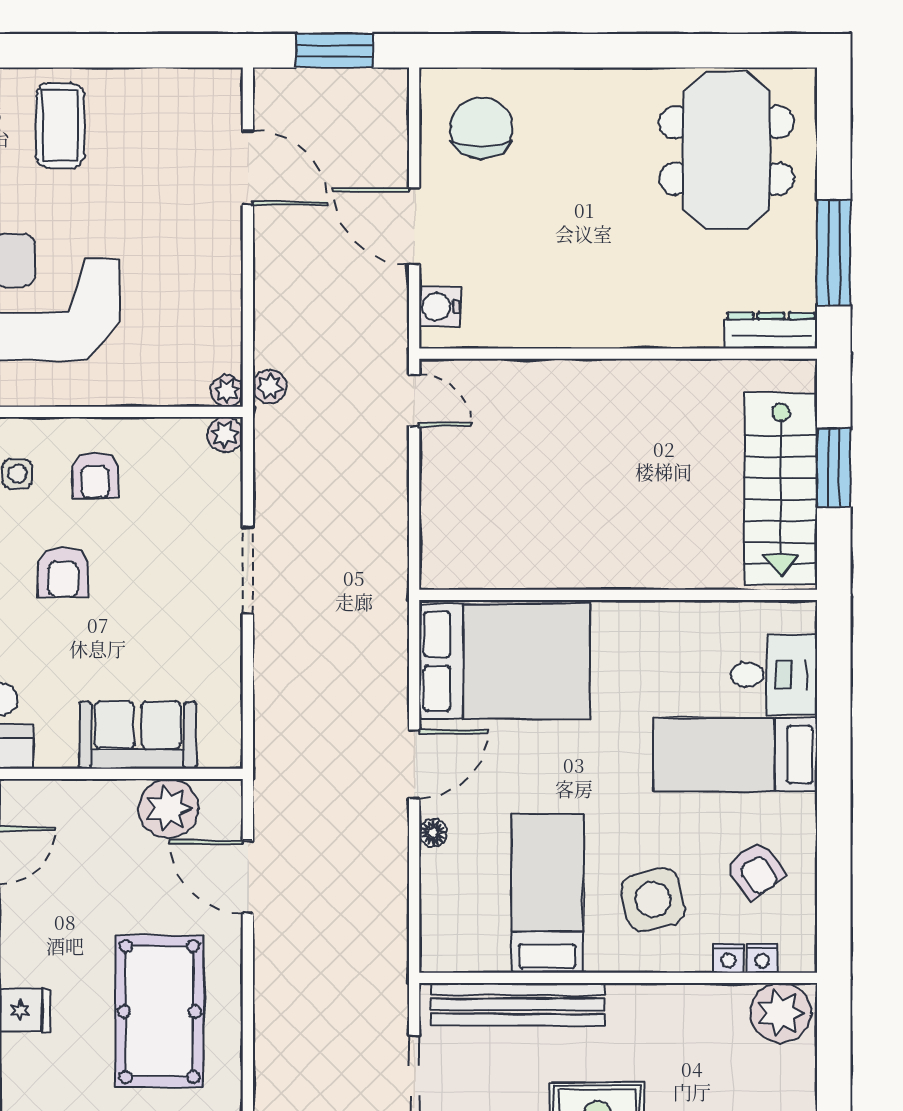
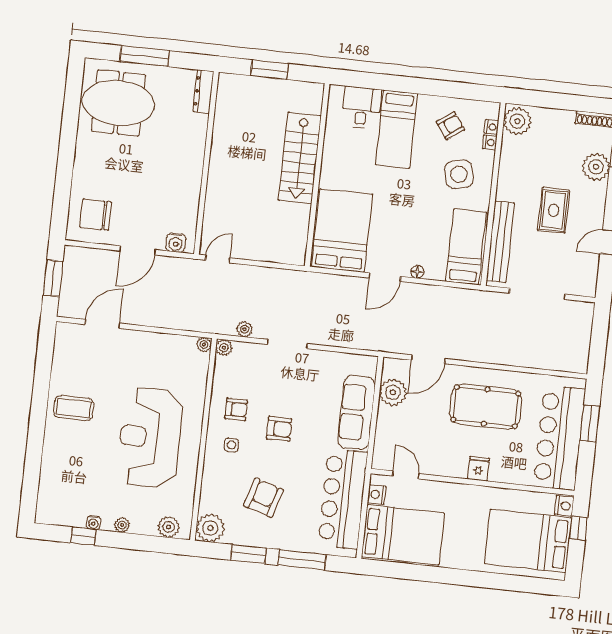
window: (834, 253) -> (145, 56), moved
plant: (270, 387) -> (244, 329), moved
stairs: (781, 489) -> (300, 158), moved, turned 90
sofa: (138, 735) -> (357, 413), width x1.36
door: (414, 764) -> (385, 277), swing flipped
bed: (547, 893) -> (466, 247), moved, turned 90

